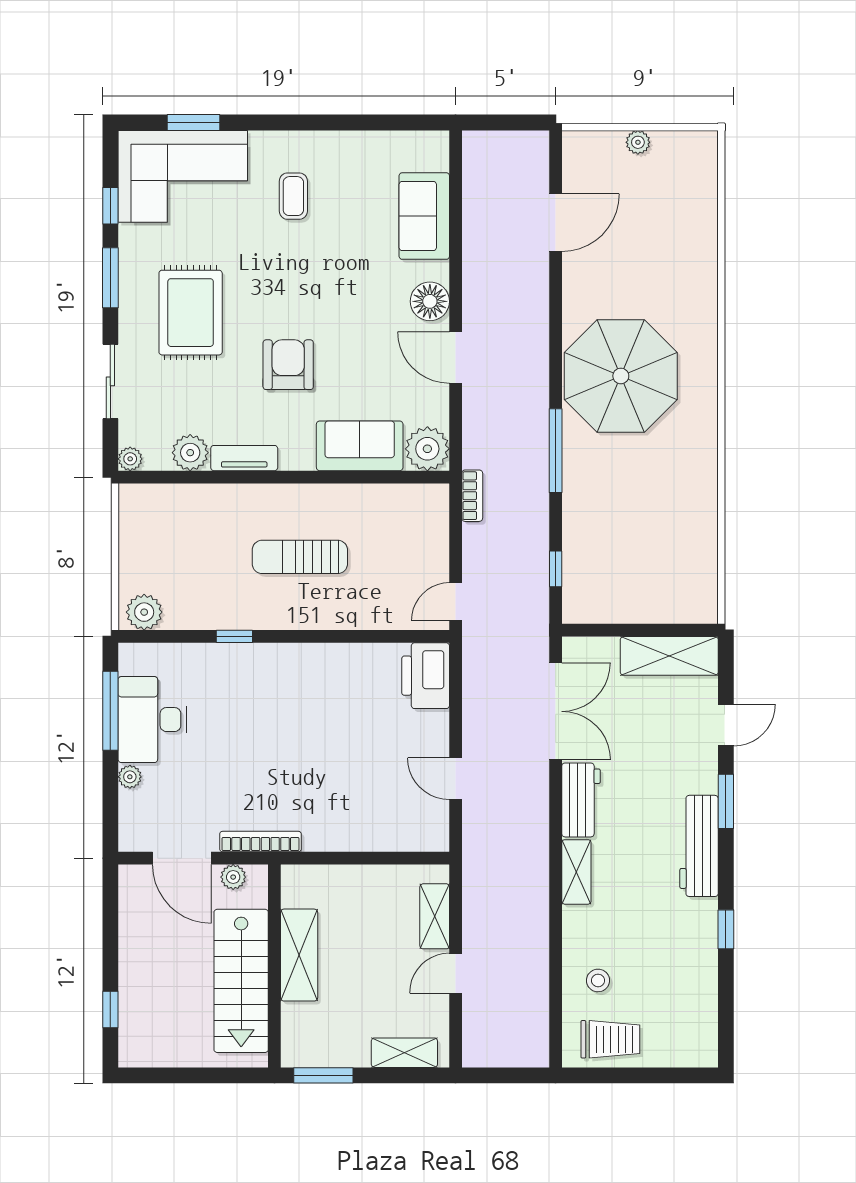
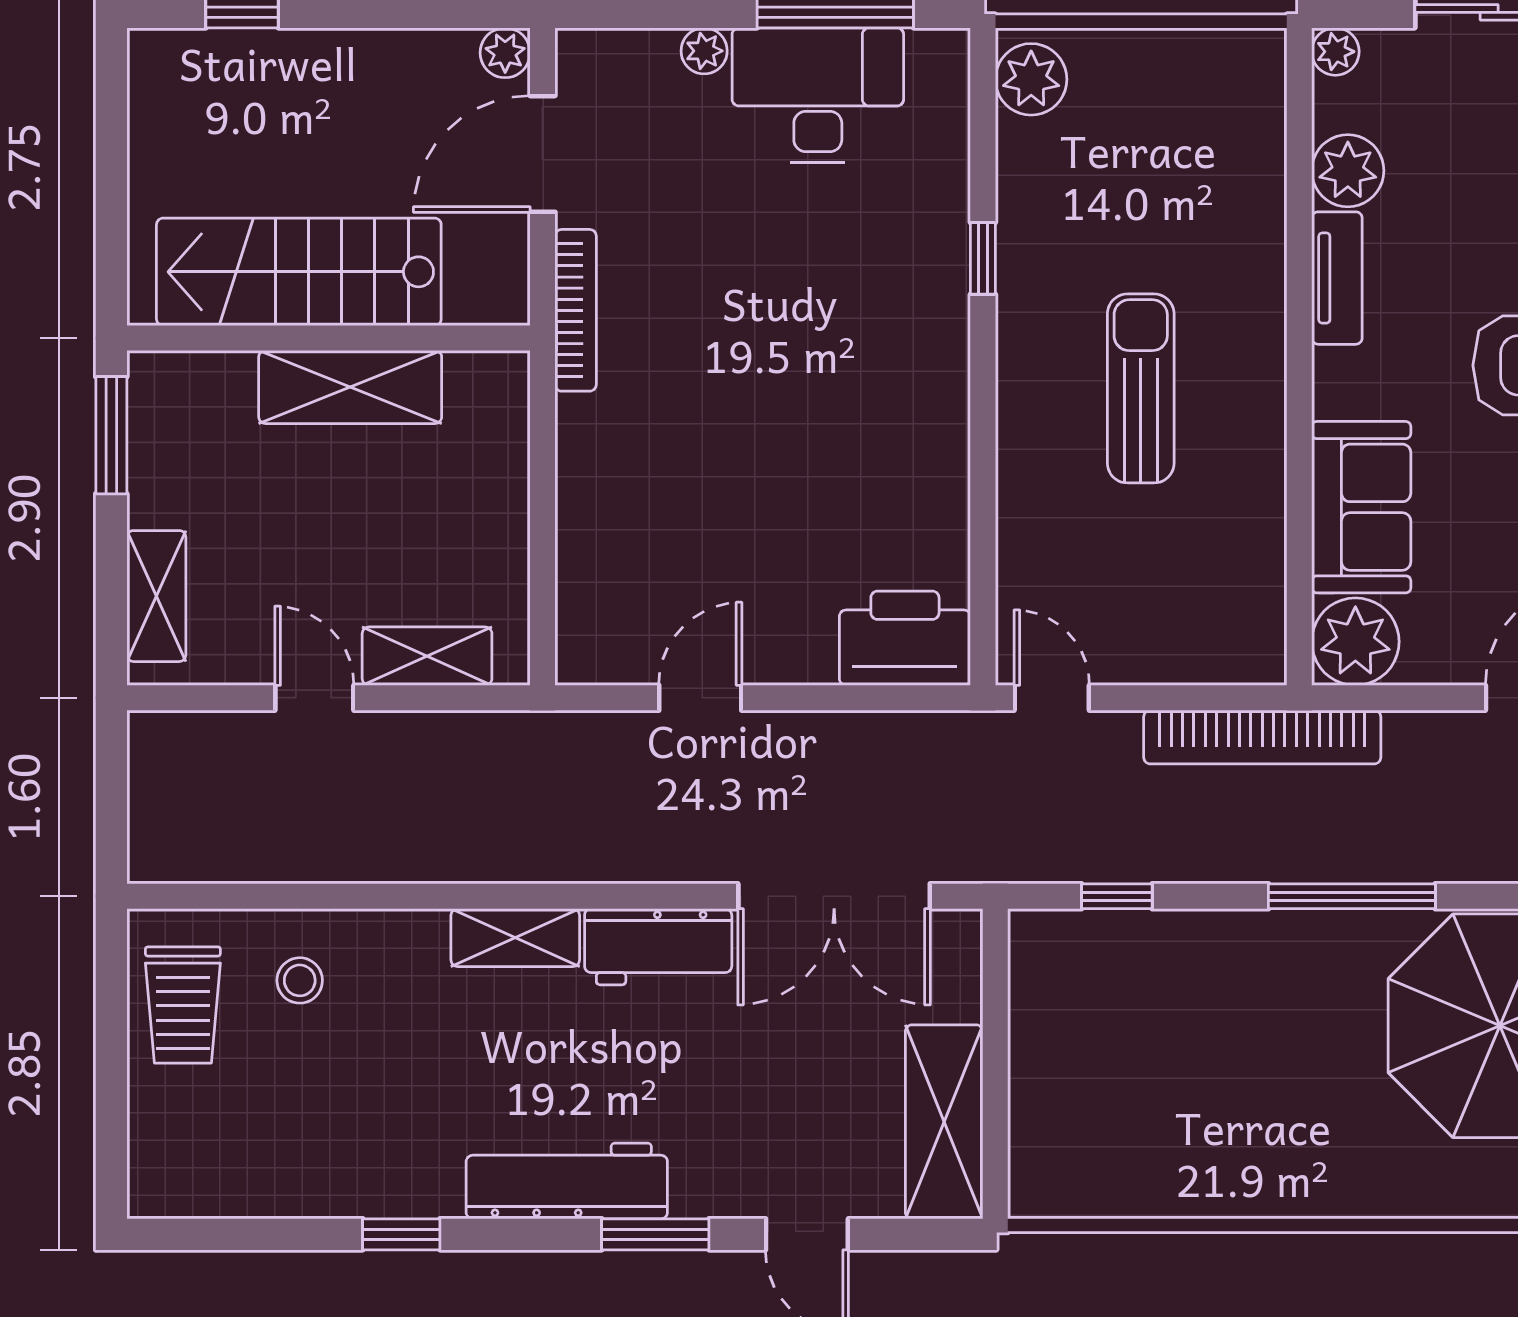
bookcase: (472, 496) -> (1262, 737), width x2.31, depth x1.31
plant: (233, 877) -> (505, 53), moved

